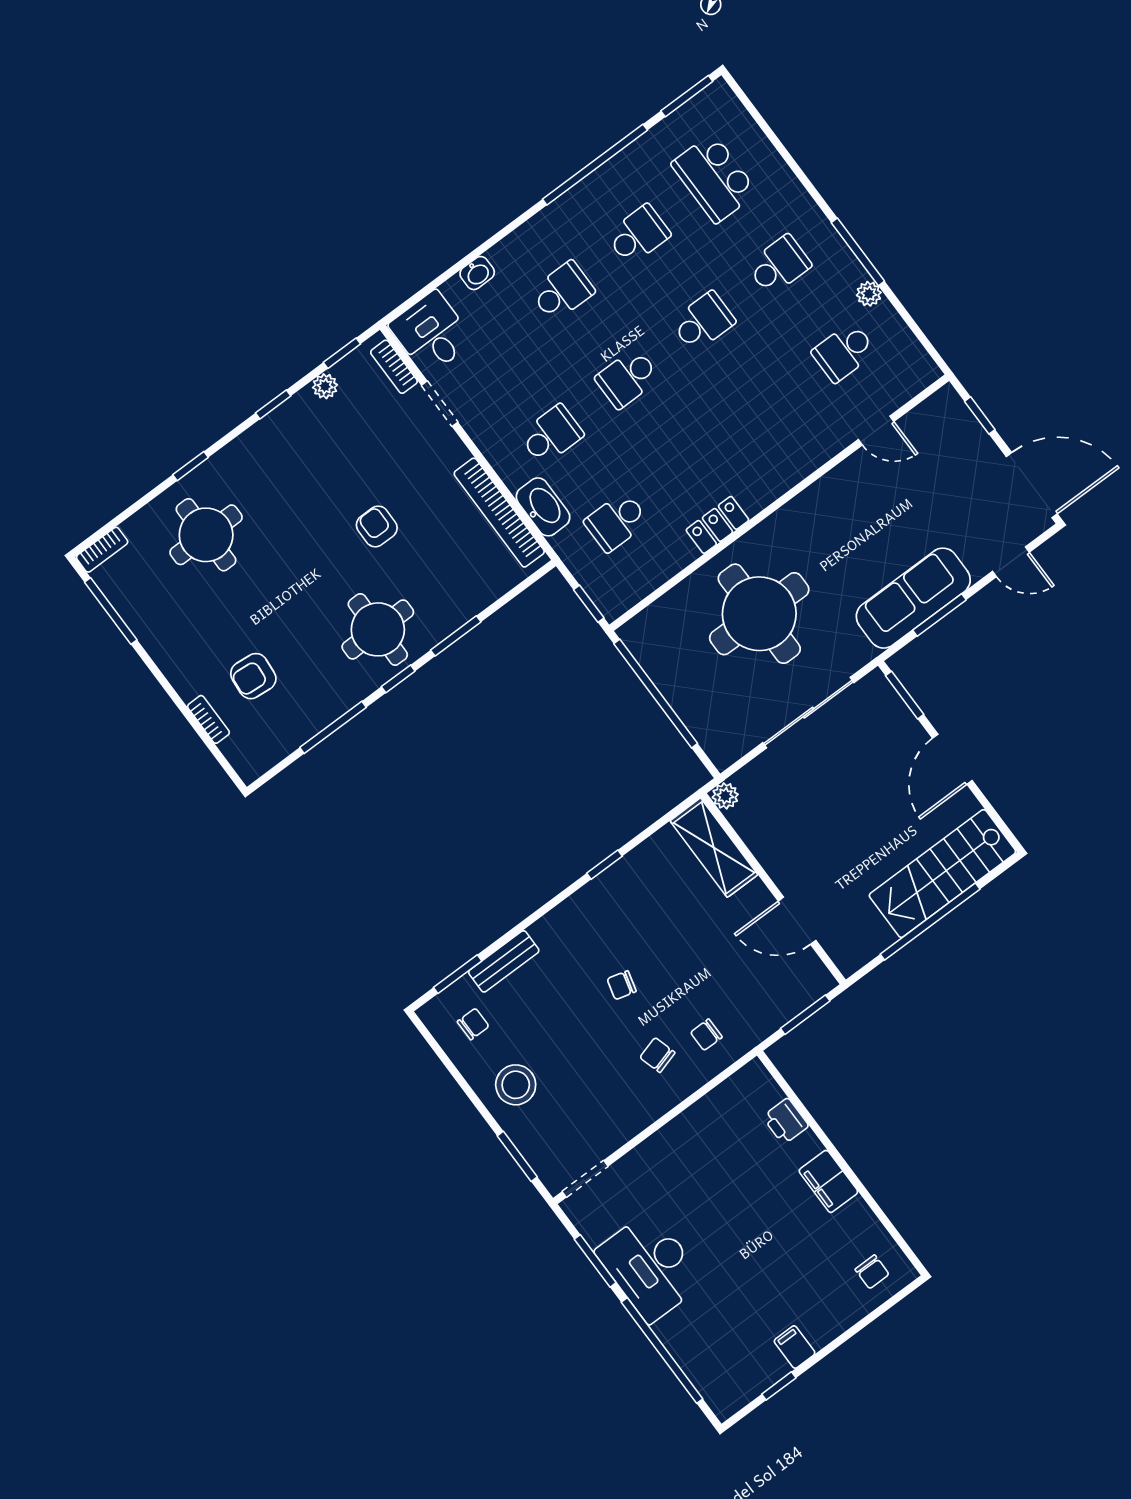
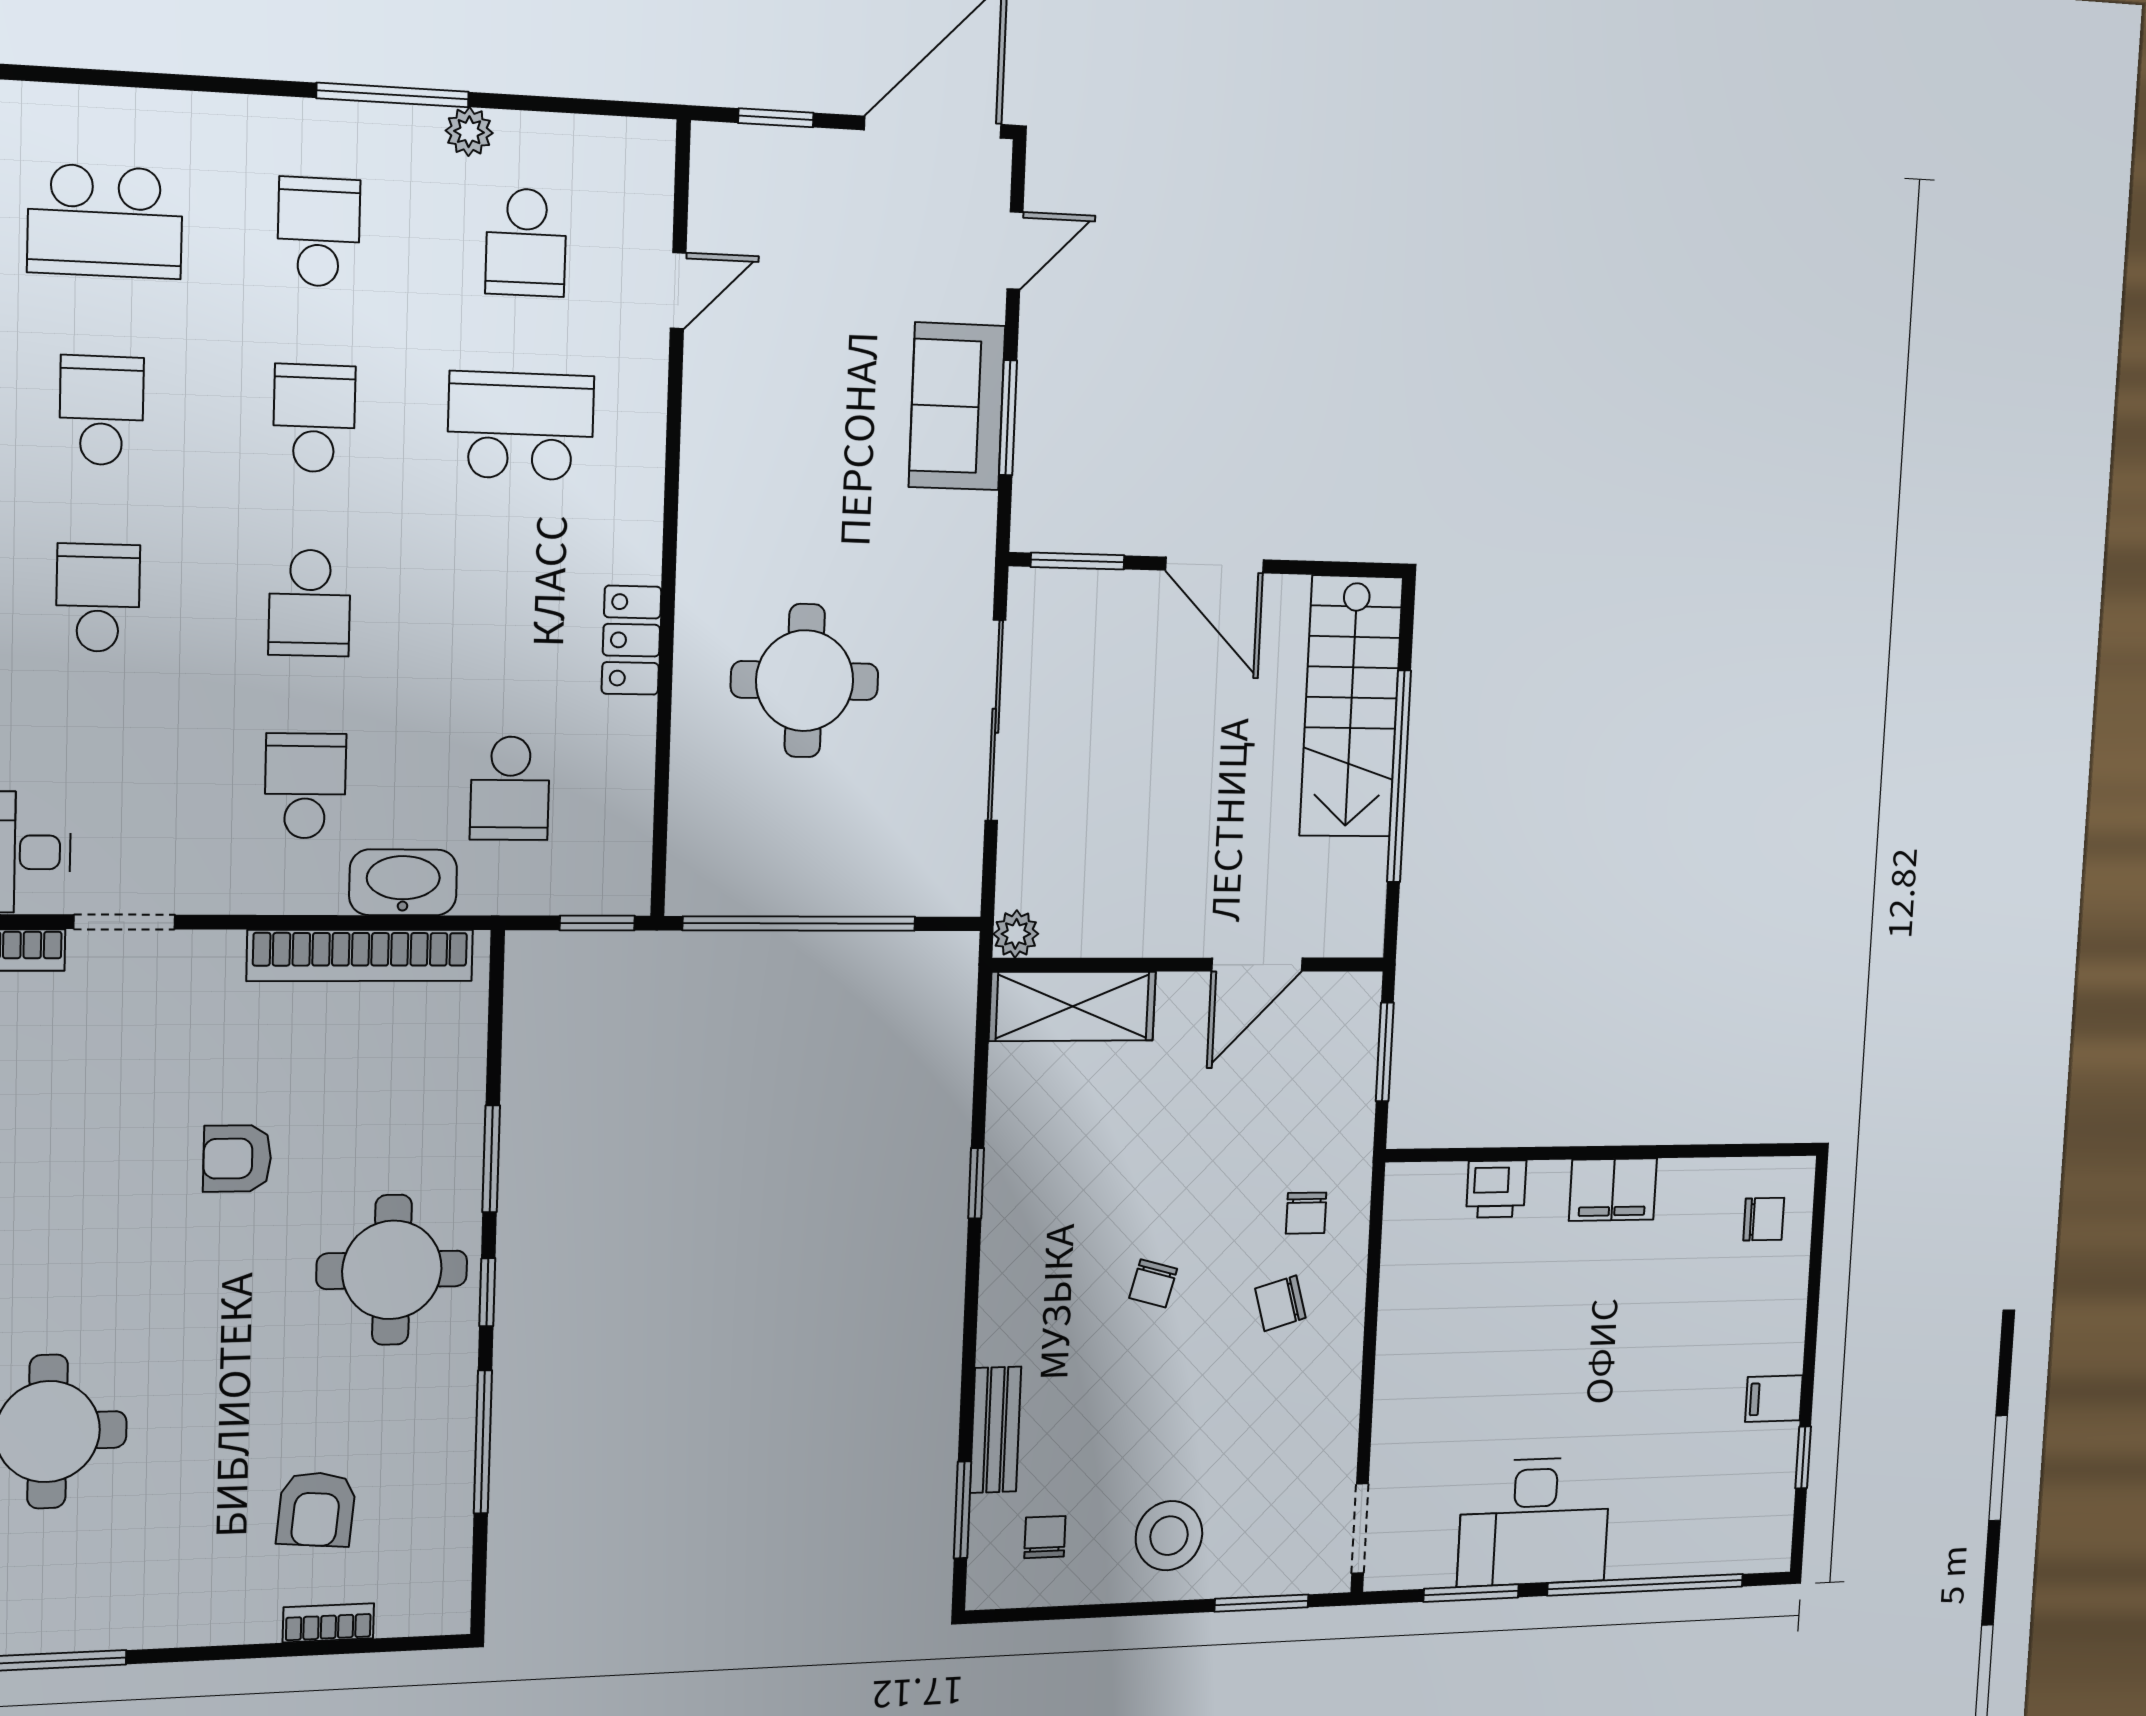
school desk: (768, 409) -> (521, 426), added
sofa: (913, 598) -> (957, 406), width x0.73
round table: (759, 614) -> (805, 681), width x0.73, depth x0.73

